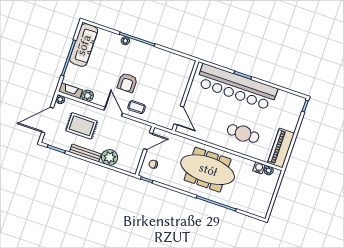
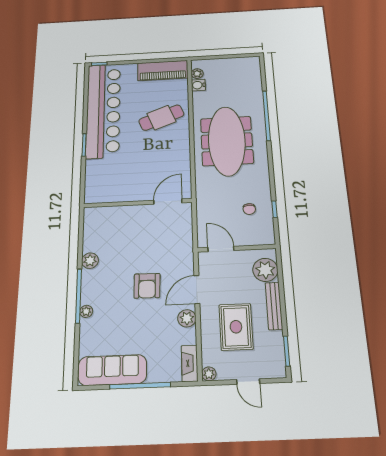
plant: (158, 53) -> (90, 261), added
armchair: (127, 83) -> (147, 286), turned 91
bar counter: (237, 87) -> (103, 110), moved
plant: (88, 96) -> (187, 318), moved
coffee table: (137, 107) -> (178, 260), removed
door: (47, 120) -> (248, 382), width x0.53
cafe table: (243, 134) -> (161, 118), turned 69
door: (148, 141) -> (221, 249), moved
wall: (145, 151) -> (237, 248), moved

